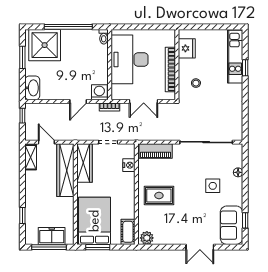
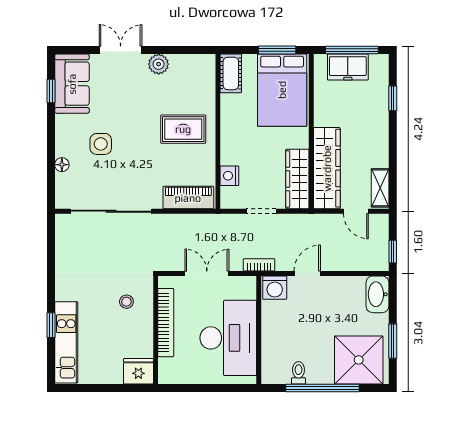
toilet: (104, 37) -> (298, 373), moved
fridge: (187, 48) -> (138, 371), moved, turned 90
plant: (147, 238) -> (159, 64), moved

